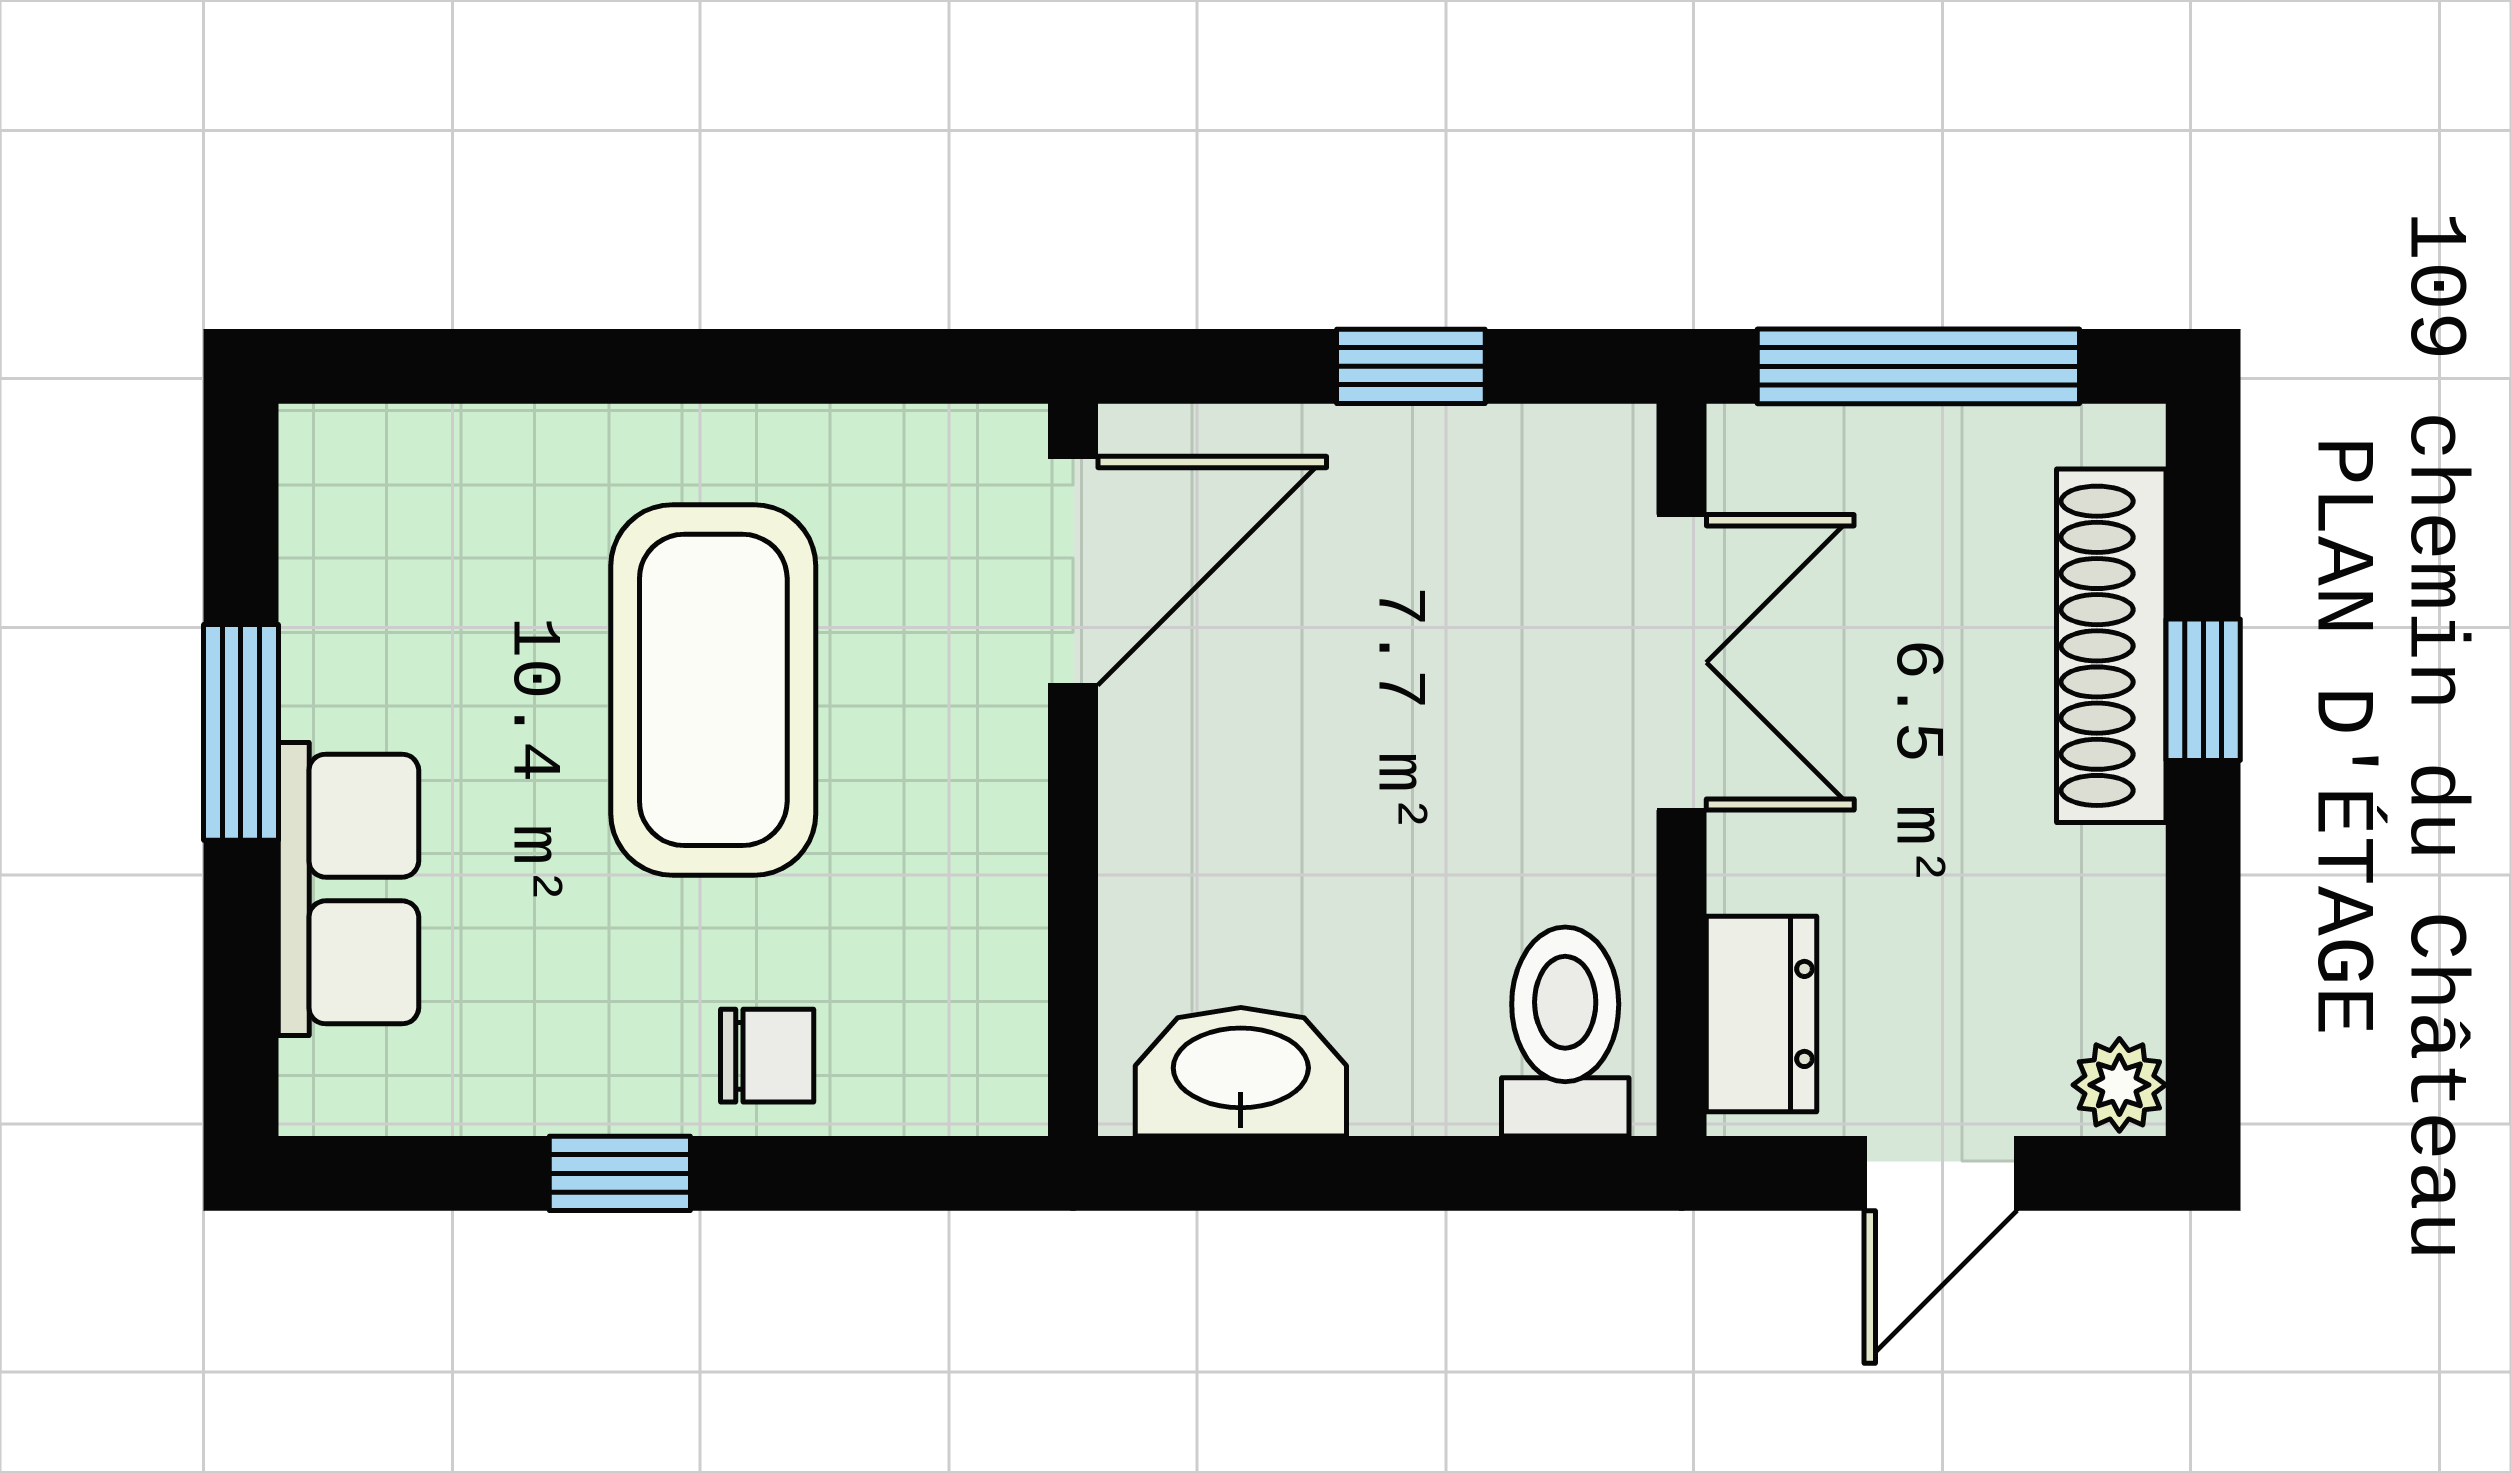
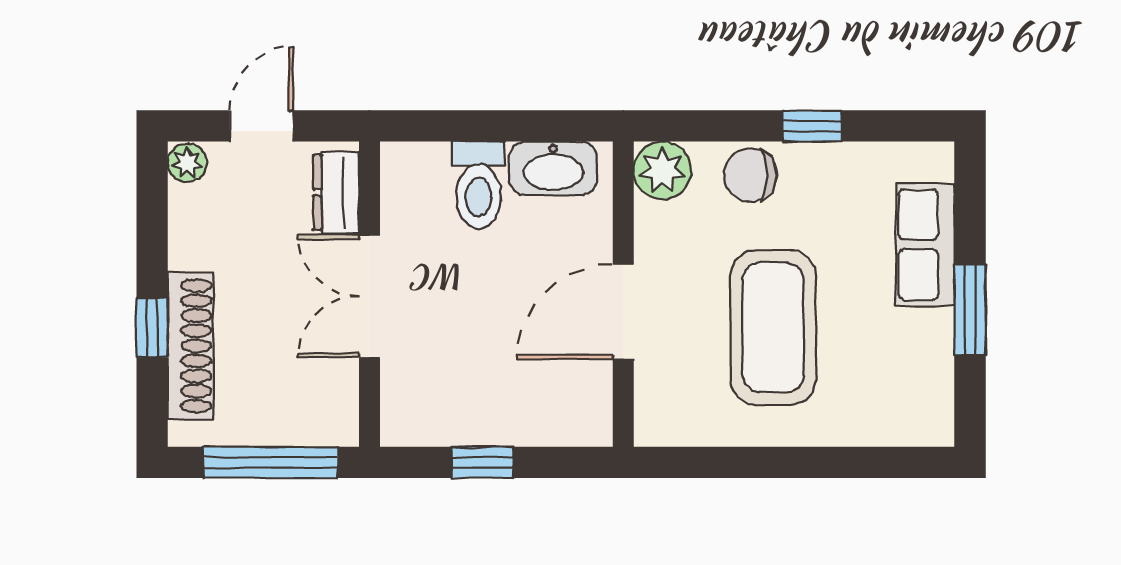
door: (1073, 571) -> (623, 312), moved
double door: (1682, 662) -> (369, 296), moved
toilet: (1565, 1032) -> (479, 185), moved
chair: (767, 1056) -> (751, 175), width x1.37, depth x1.37
plant: (979, 1067) -> (662, 170), added

